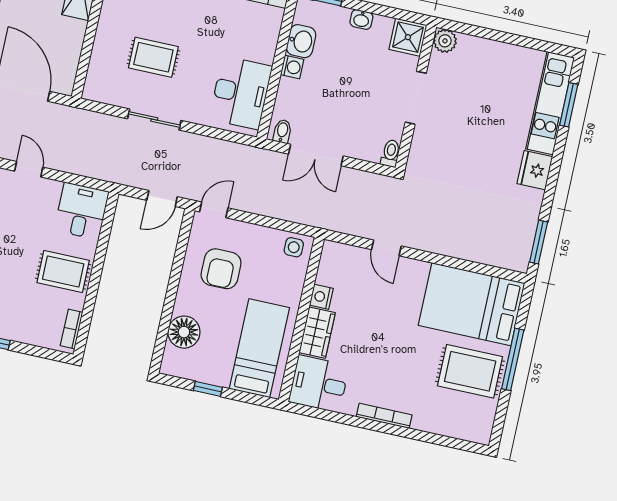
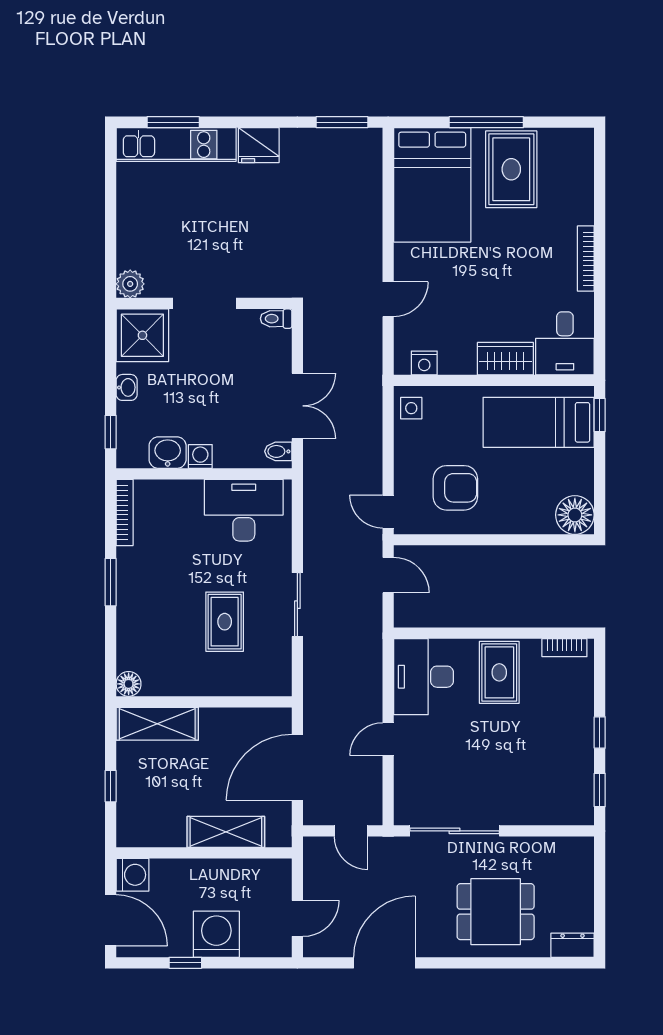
shower: (408, 37) -> (142, 335), width x1.36, depth x1.36
desk: (82, 211) -> (423, 677), width x1.37
nightstand: (321, 297) -> (424, 363), moved
floor lamp: (184, 332) -> (575, 515), moved
window: (208, 389) -> (600, 415), moved

